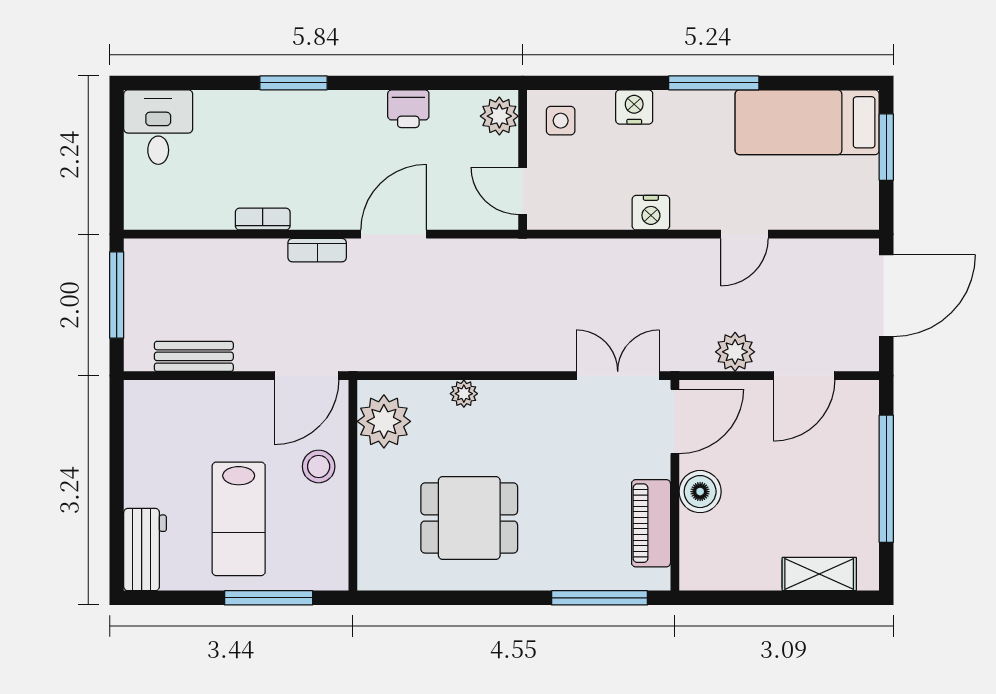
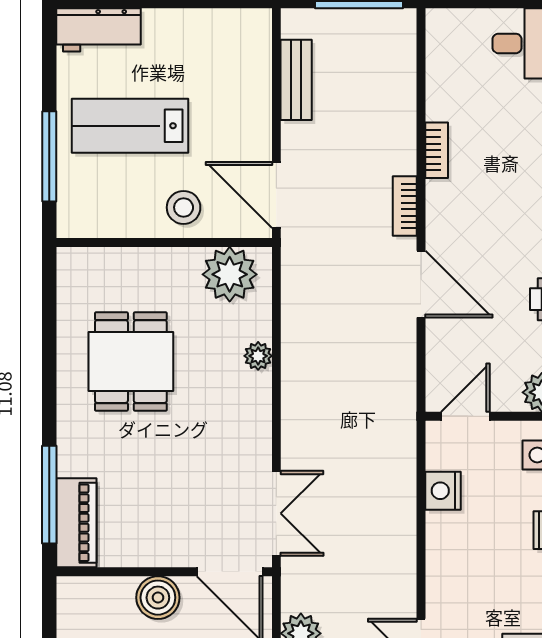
nightstand: (651, 213) -> (443, 491), moved
piano: (651, 523) -> (76, 523), moved, turned 90

